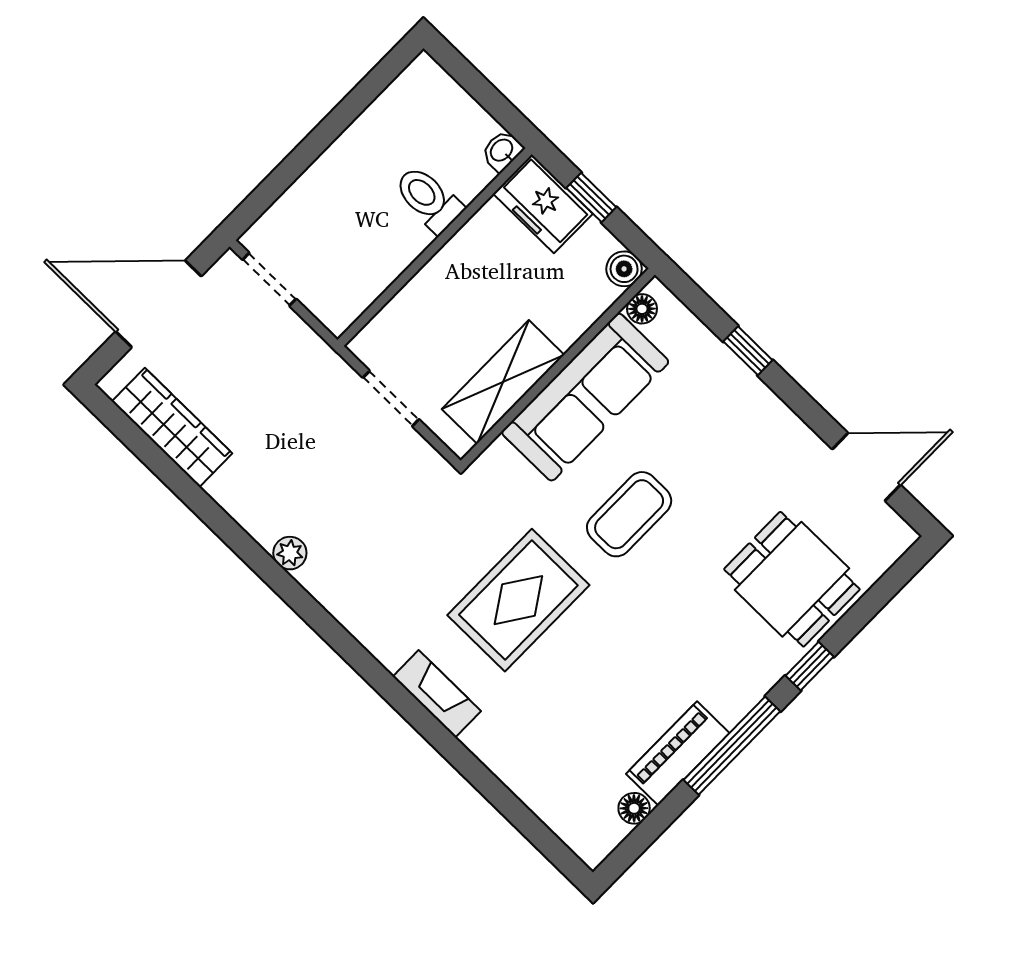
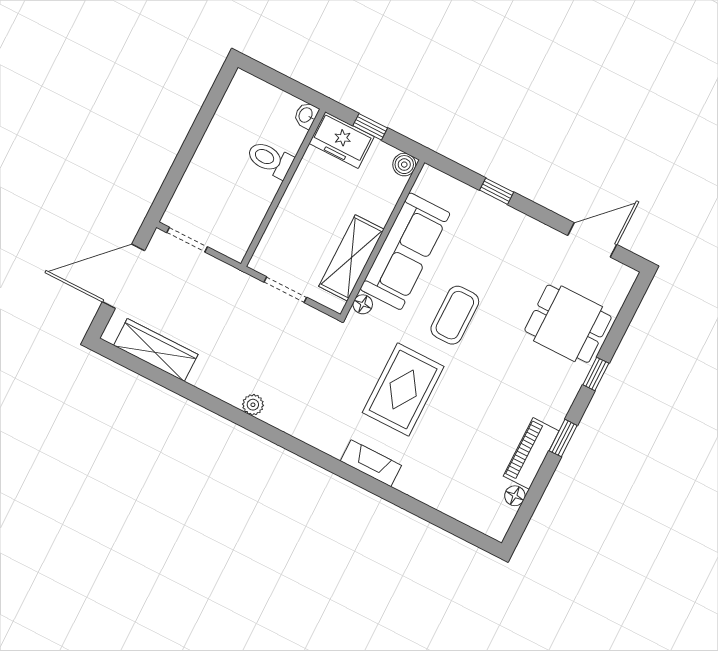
floor lamp: (642, 309) -> (363, 304), moved
window: (732, 746) -> (563, 438), width x0.46

